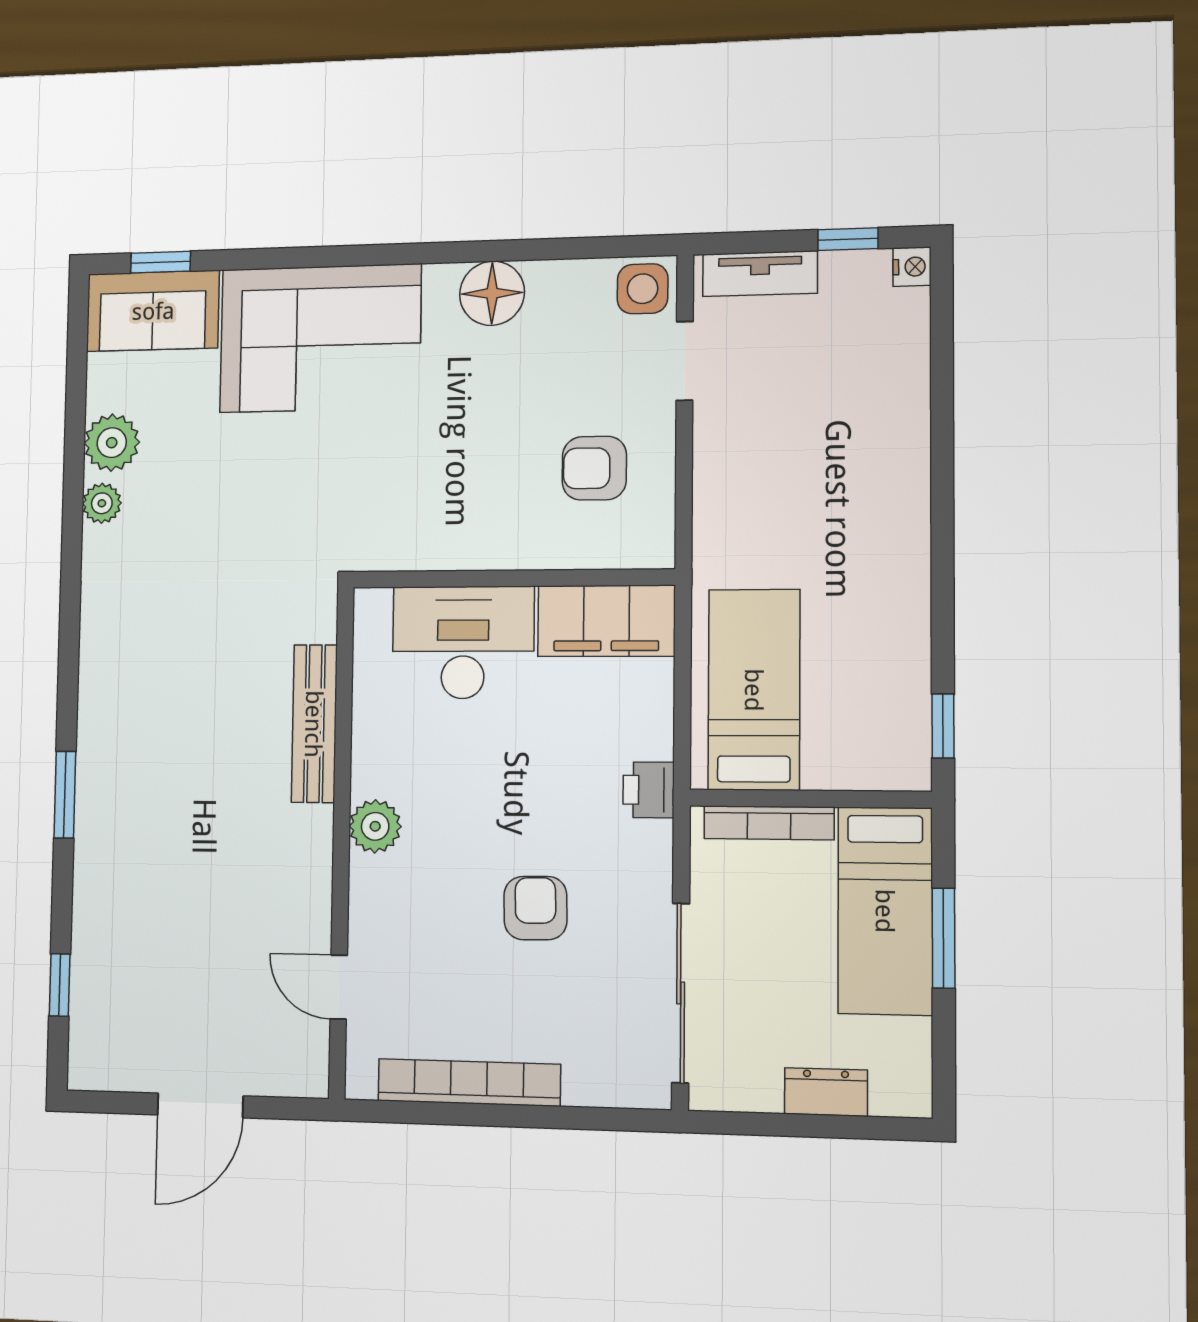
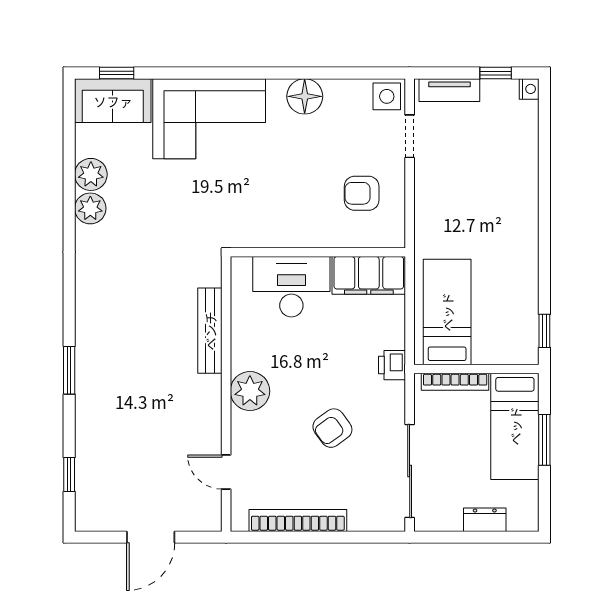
plant: (102, 503) -> (90, 208), width x1.38, depth x1.38
plant: (375, 826) -> (250, 391), width x1.36, depth x1.36
armchair: (535, 908) -> (332, 428), turned -125

